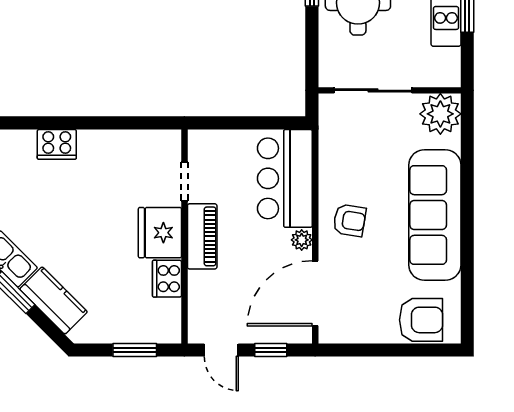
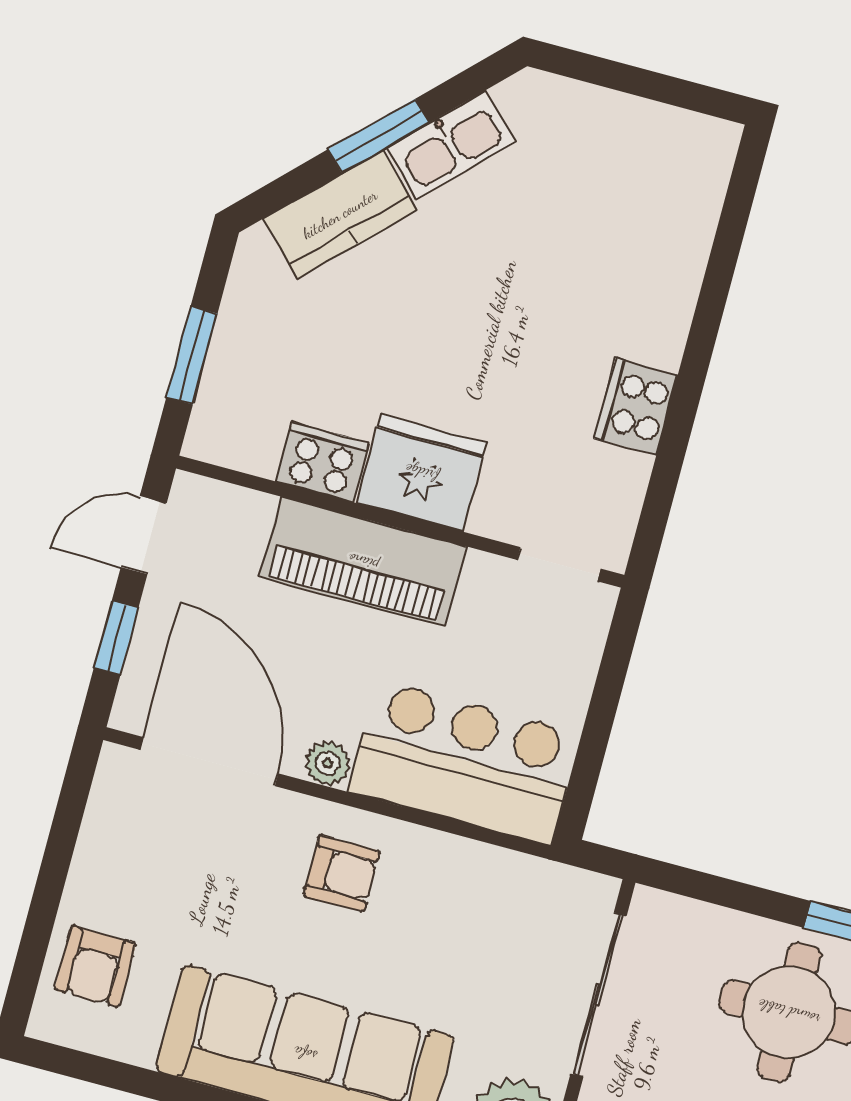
cooker: (57, 144) -> (636, 406), moved
doorway: (184, 181) -> (559, 564), moved
armchair: (349, 220) -> (342, 873), turned -99
piano: (202, 236) -> (363, 562), width x1.37, depth x1.33
armchair: (421, 320) -> (95, 966), width x0.72, depth x0.72

